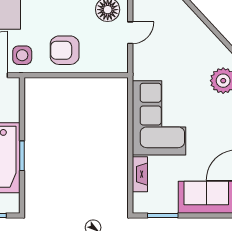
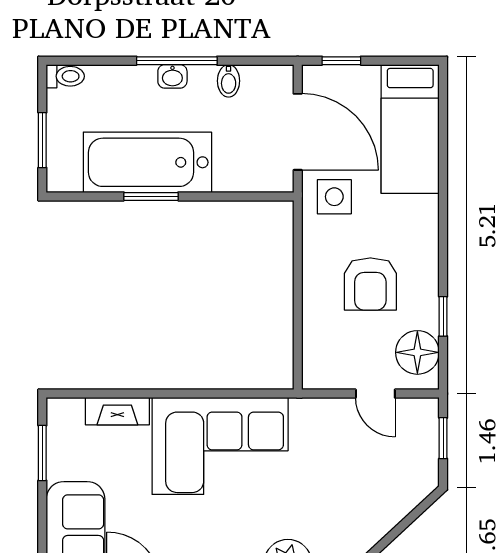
armchair: (65, 50) -> (370, 284), moved, turned 180

